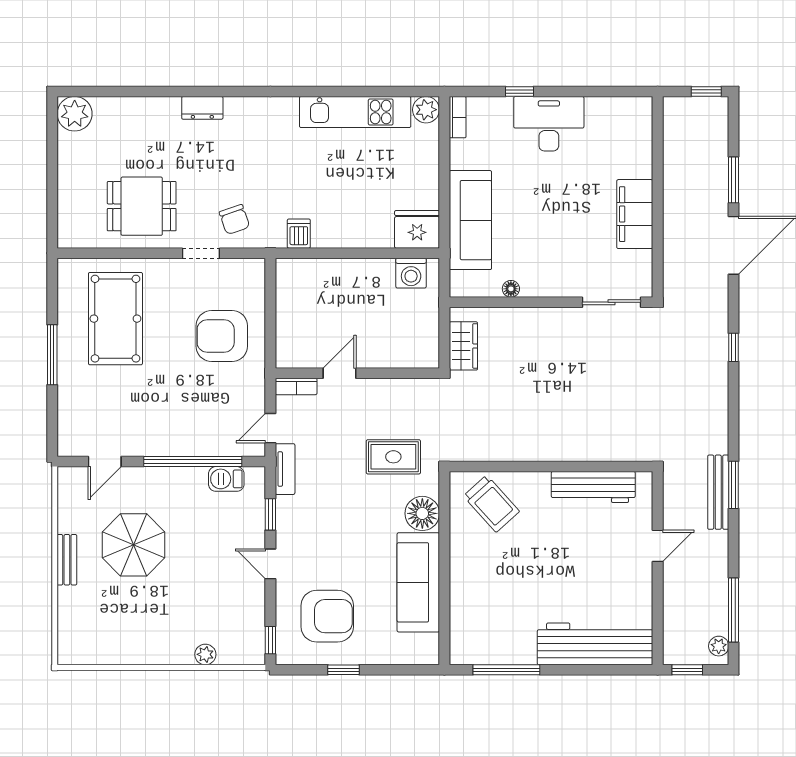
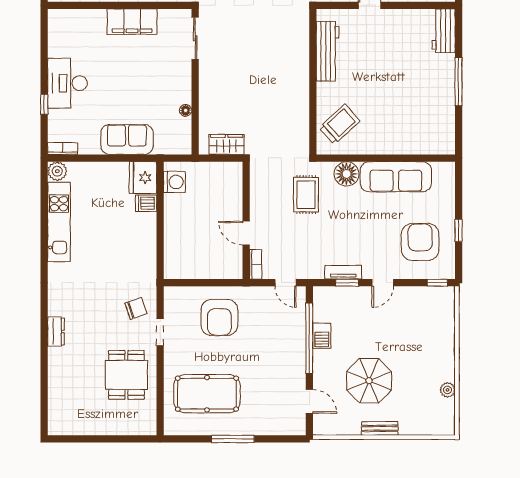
plant: (75, 114) -> (60, 423), removed
sofa: (470, 220) -> (127, 139), width x0.73
dishwasher: (299, 234) -> (146, 203), moved
tv unit: (285, 469) -> (343, 272), moved
barbecue: (226, 479) -> (322, 336), moved
workbench: (595, 644) -> (444, 31), width x0.53, depth x0.76
plant: (205, 654) -> (448, 390), moved
window: (506, 670) -> (459, 82), moved

